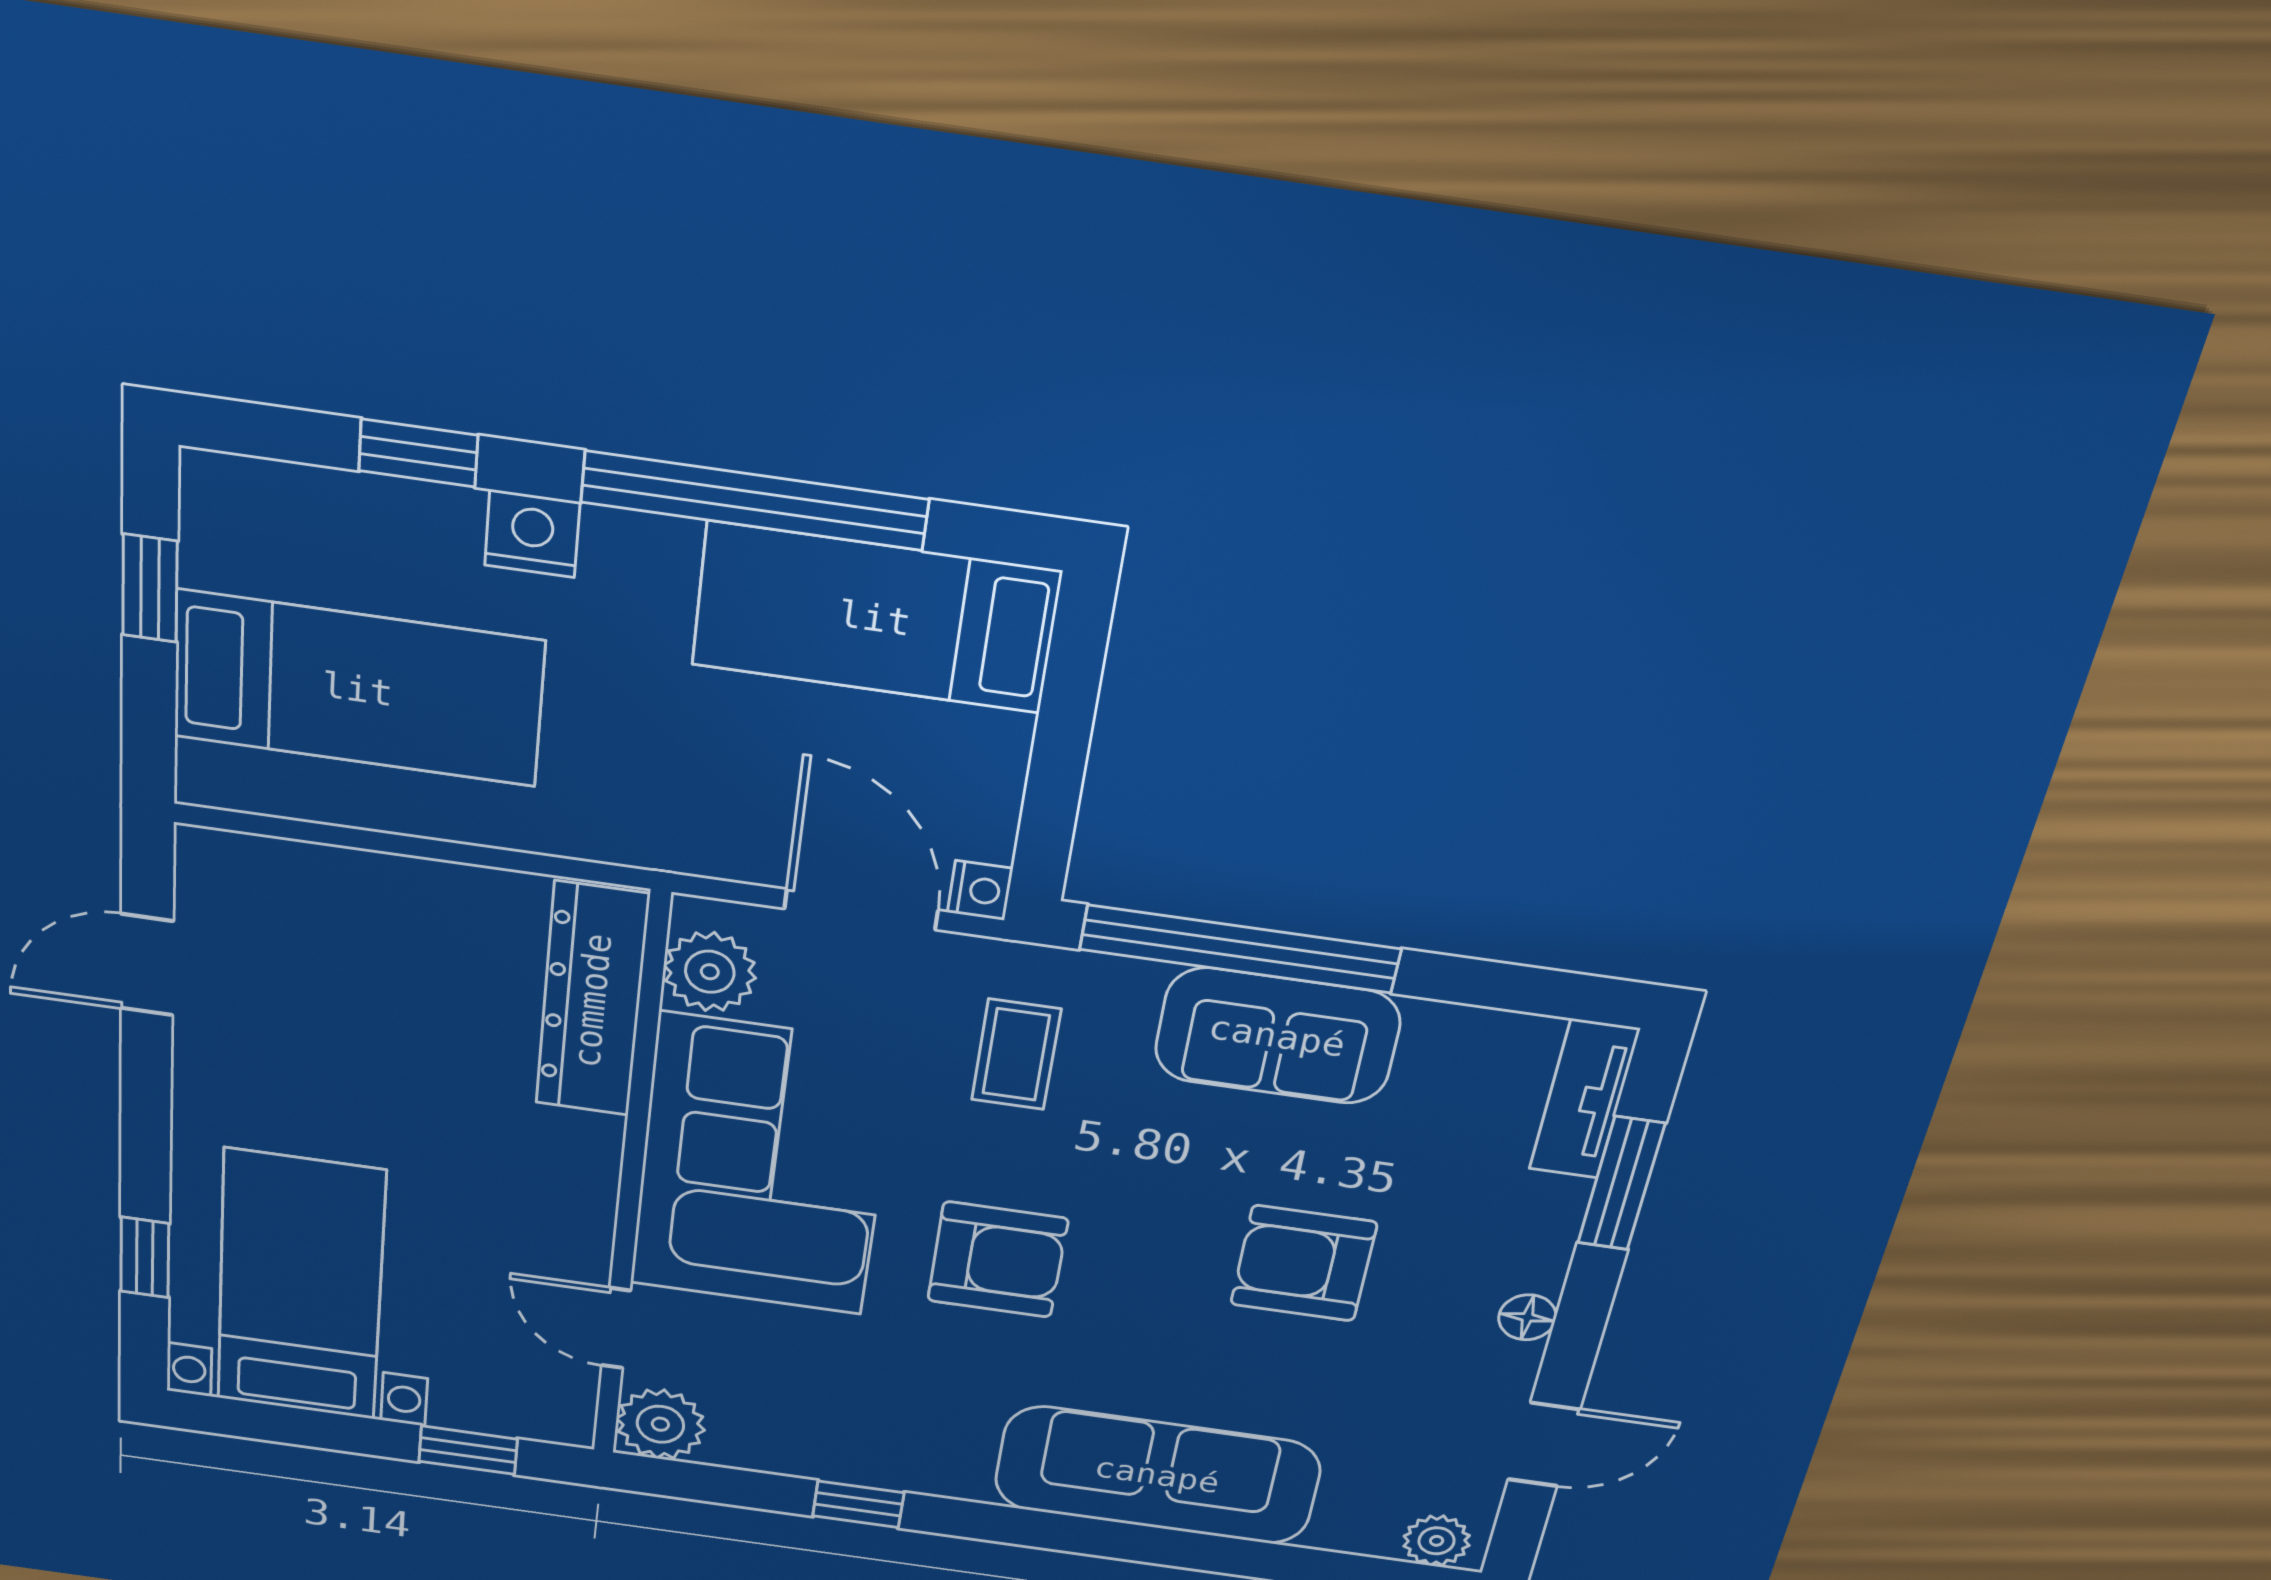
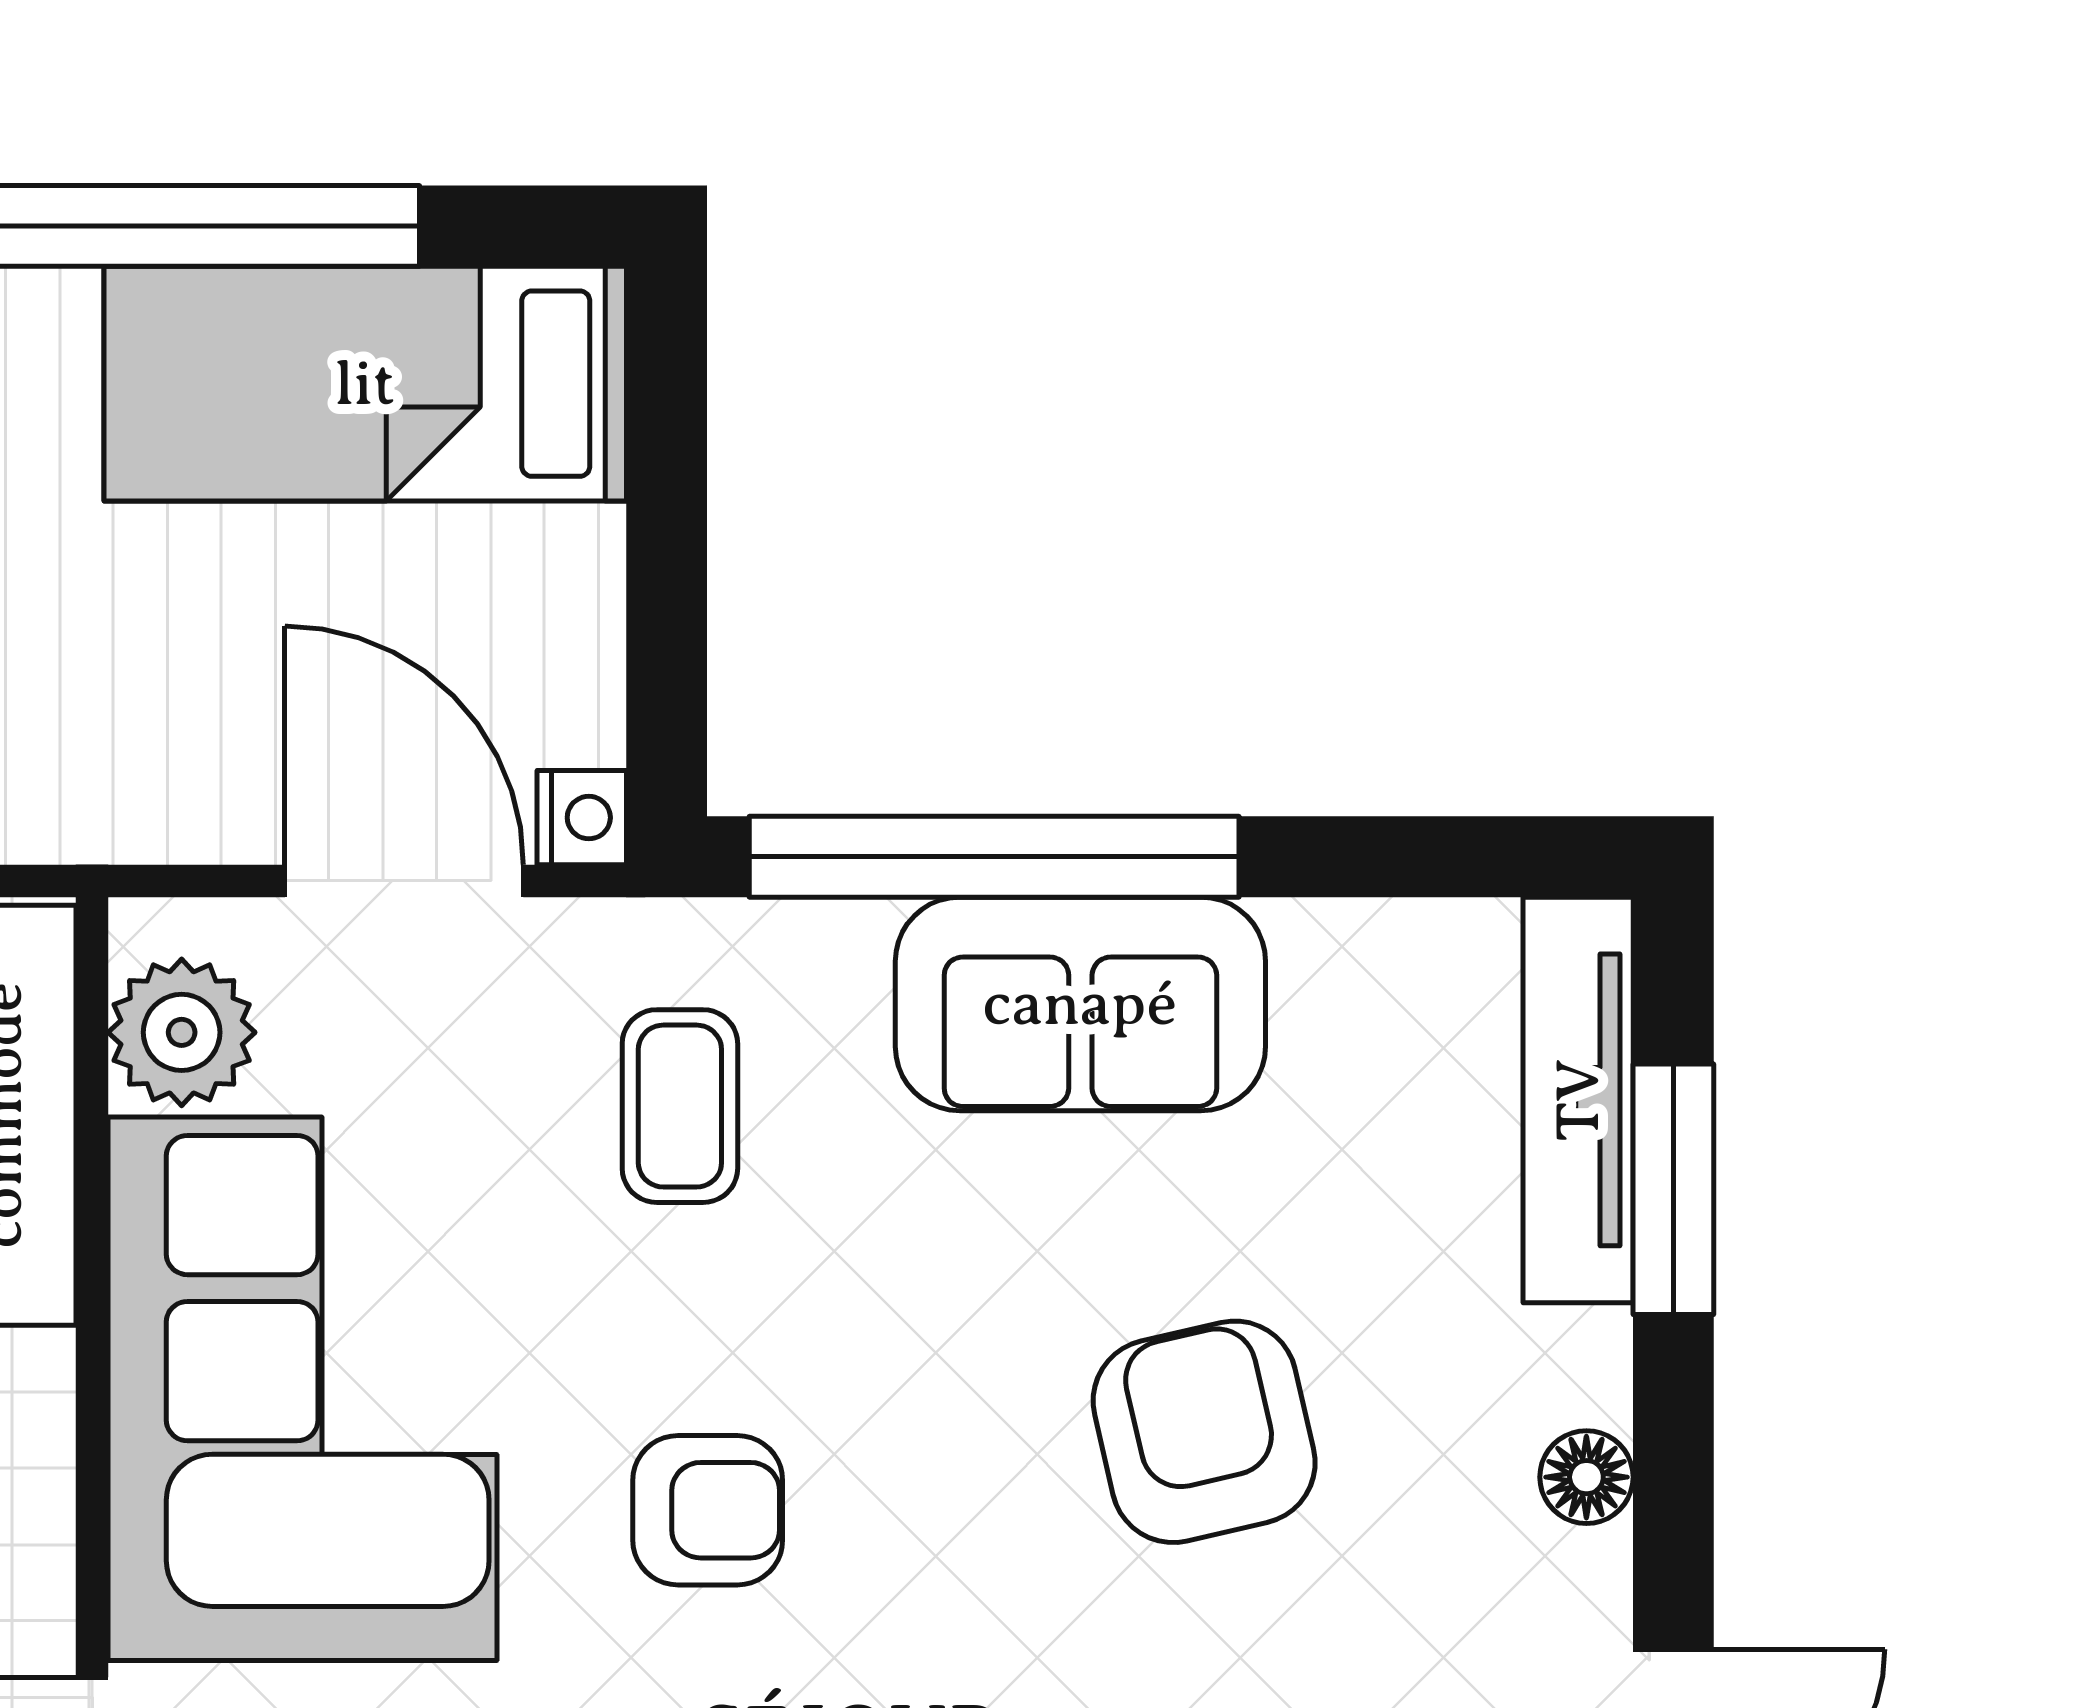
tv unit: (1584, 1099) -> (1578, 1100), width x1.41
armchair: (998, 1260) -> (708, 1510), width x0.72, depth x0.72
armchair: (1304, 1263) -> (1204, 1432), turned 77

